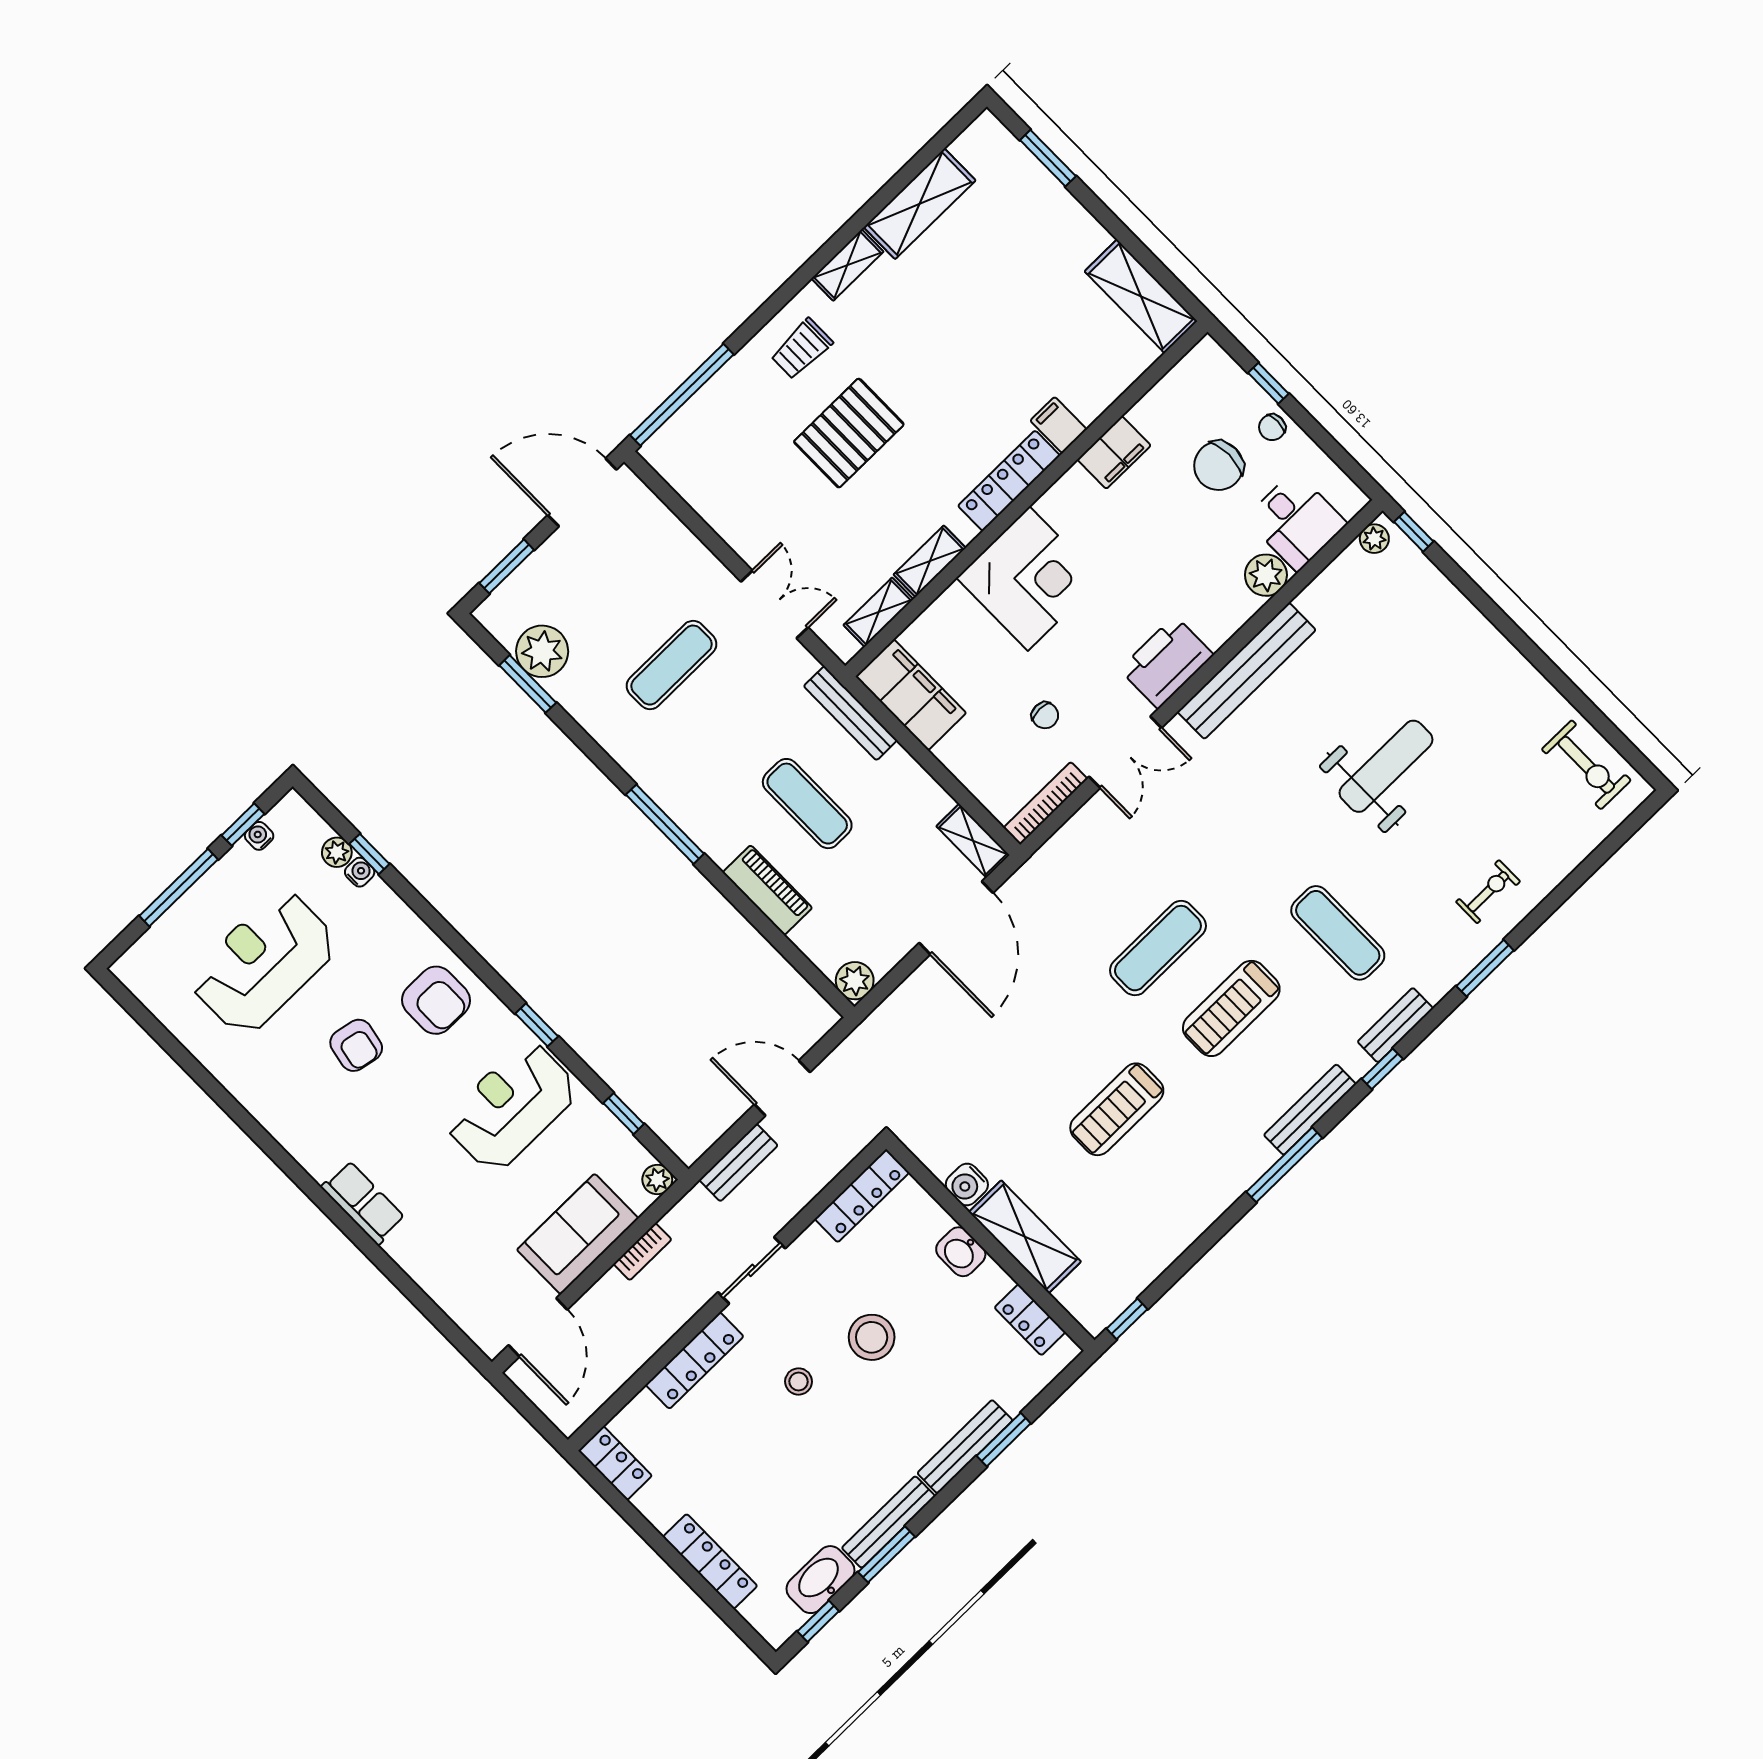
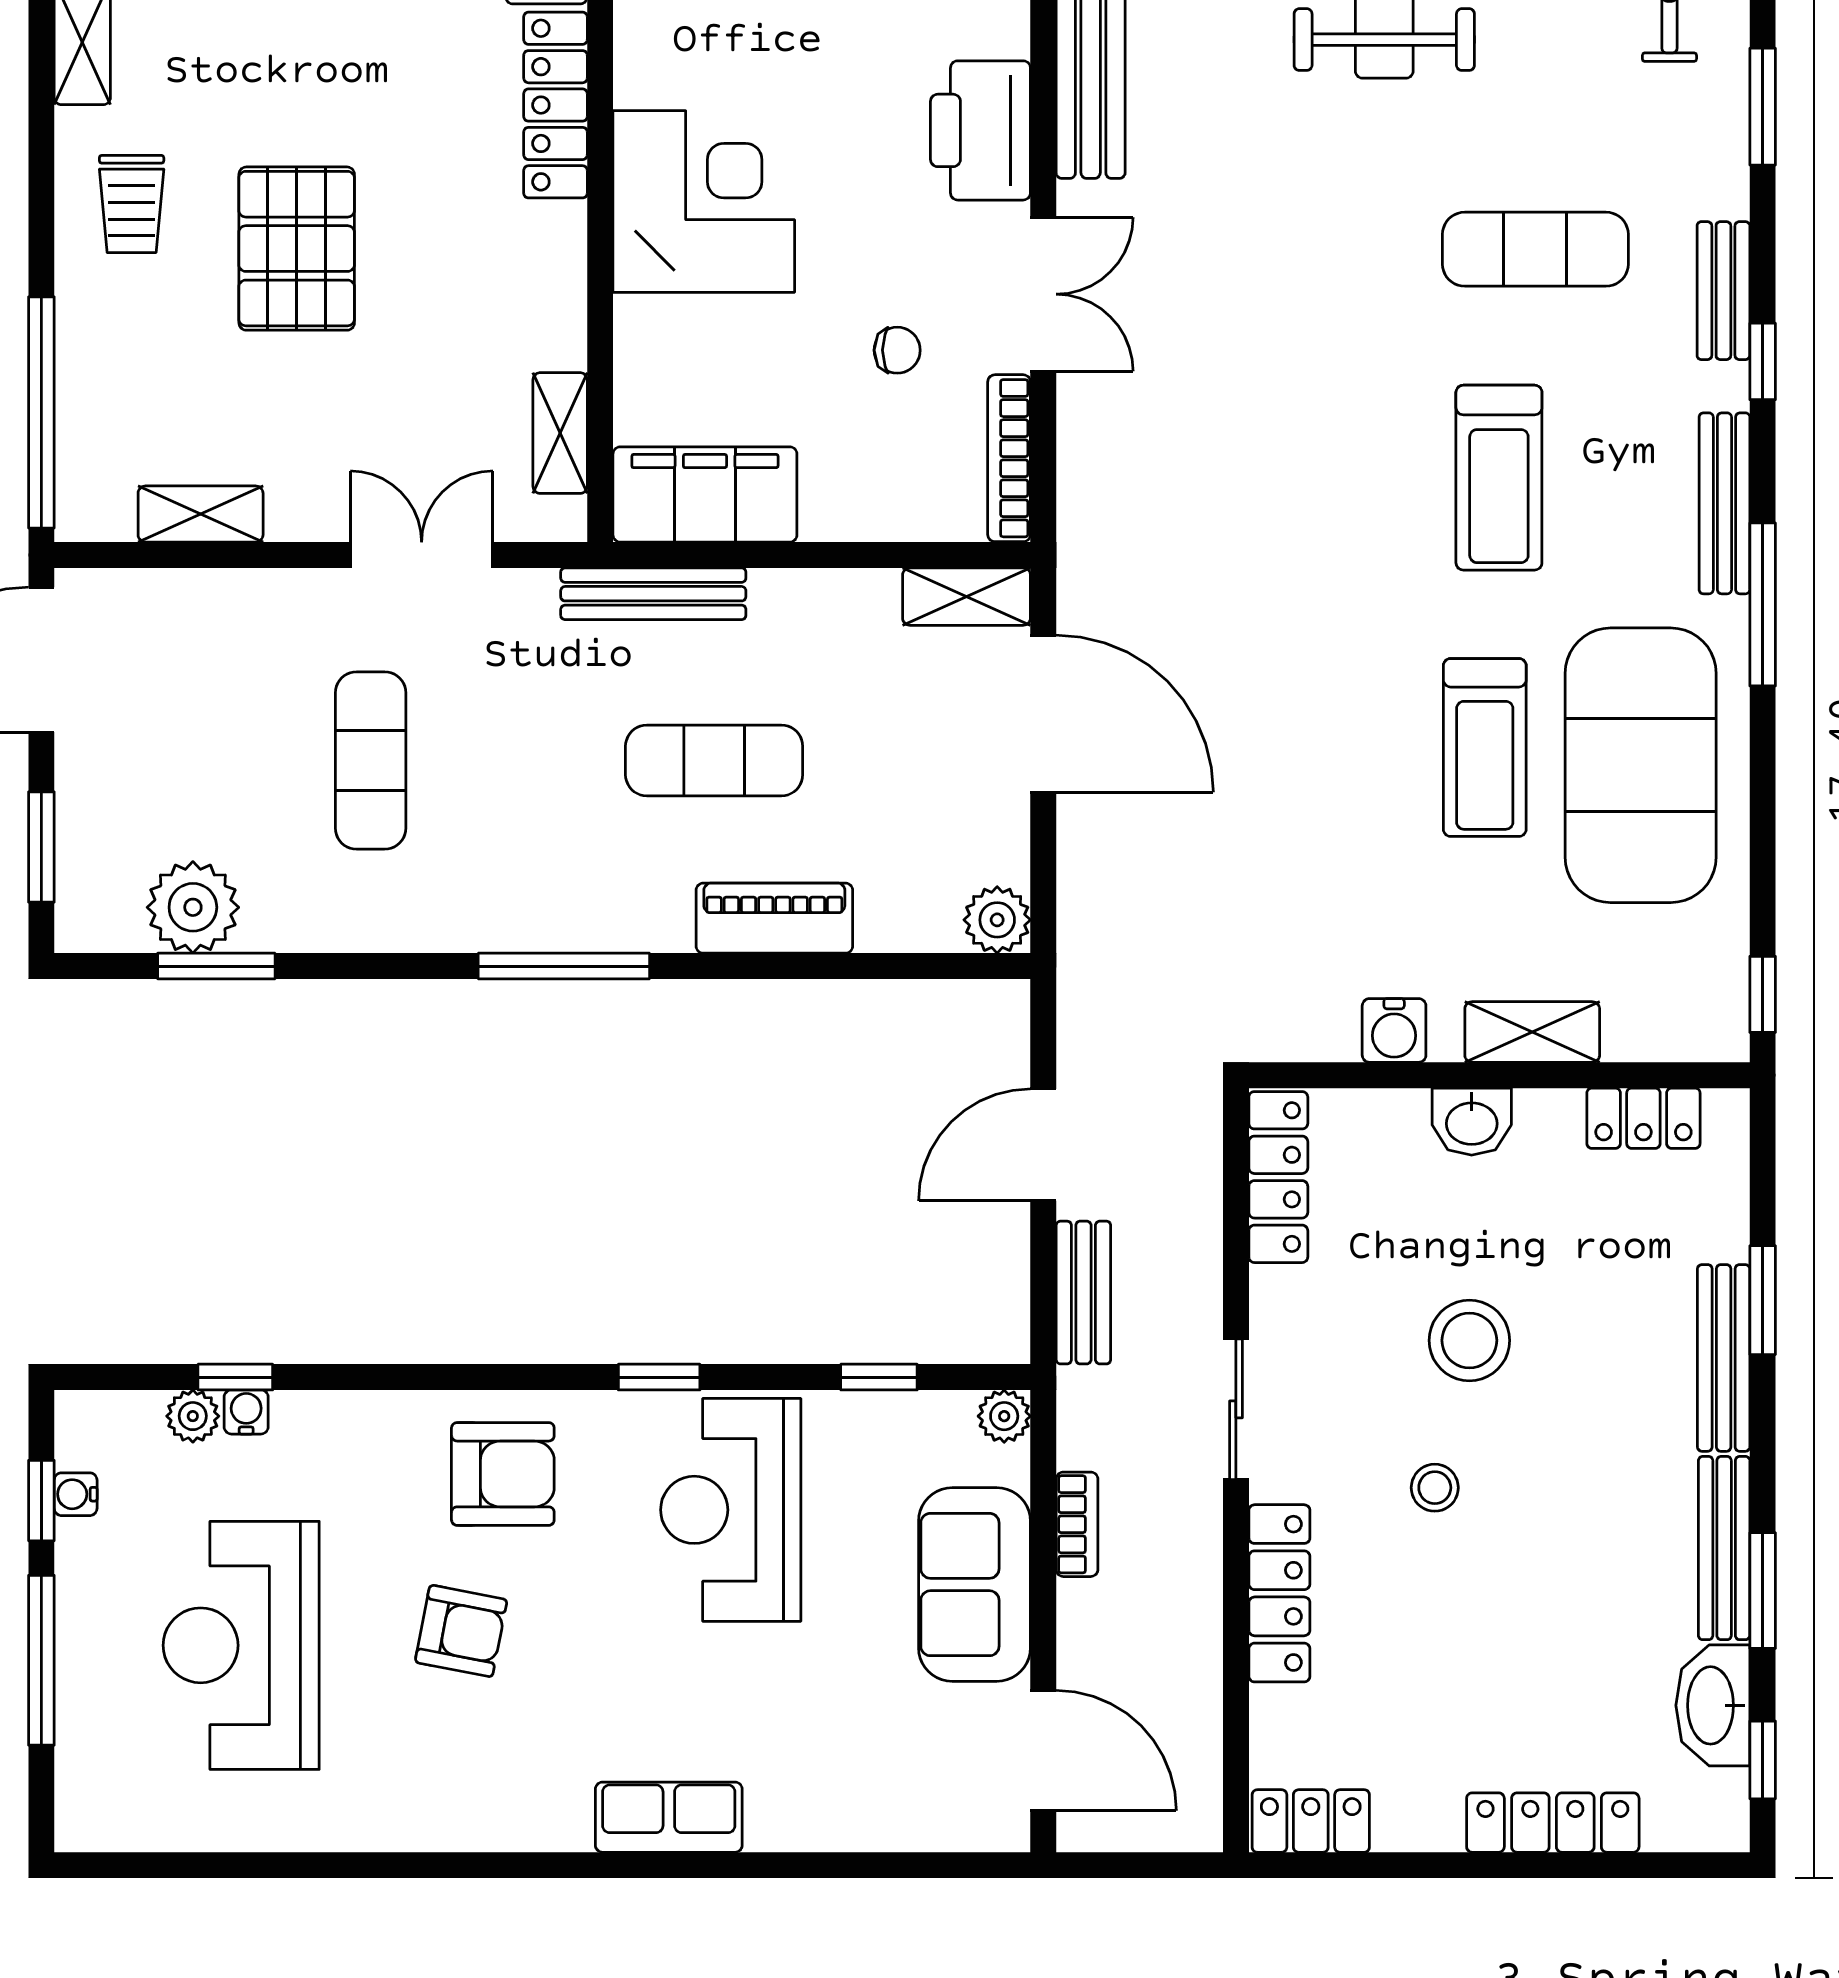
shelving: (930, 561) -> (201, 514), moved, turned 90
exercise mat: (1158, 948) -> (1641, 765), moved, width x2.00, depth x1.45
shelving: (1025, 1237) -> (1532, 1032), width x0.67, depth x0.75

